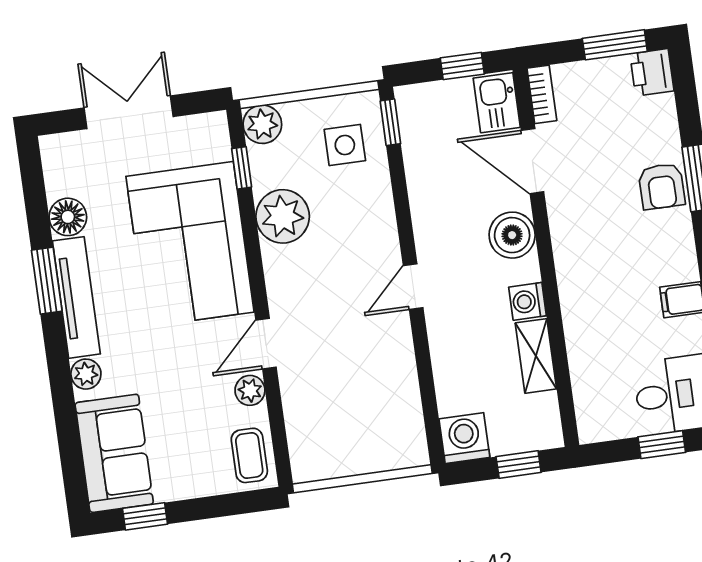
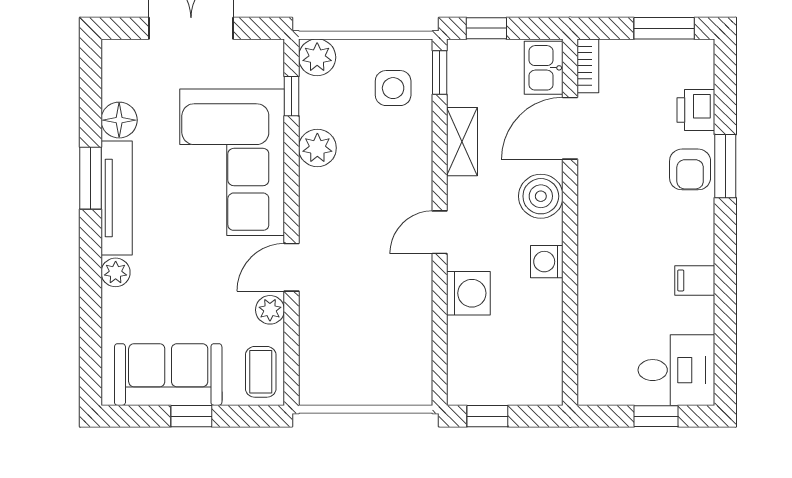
window: (462, 66) -> (486, 28), moved
printer: (652, 72) -> (696, 110), moved
door: (532, 161) -> (570, 128), hinge flipped
plant: (283, 216) -> (317, 148), width x0.73, depth x0.73
shelving: (536, 356) -> (462, 142), moved
washing machine: (464, 438) -> (468, 293), moved, turned 90
sofa: (114, 453) -> (168, 375), moved, turned -90
window: (519, 464) -> (487, 416), moved
window: (145, 516) -> (191, 416), moved

